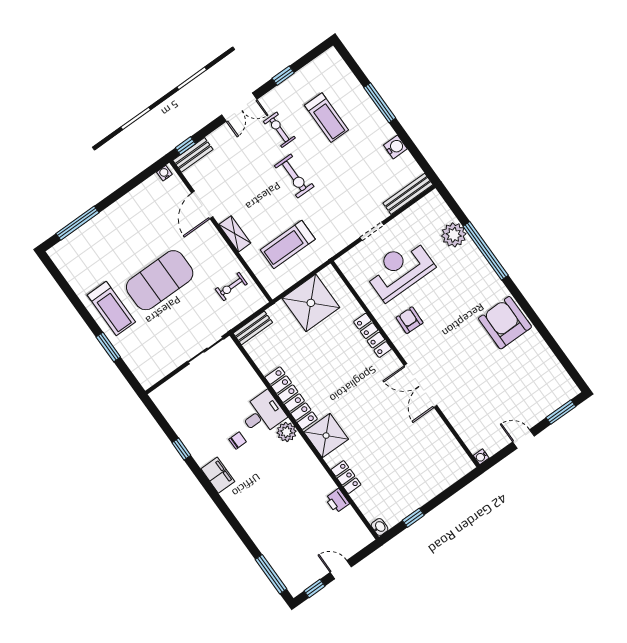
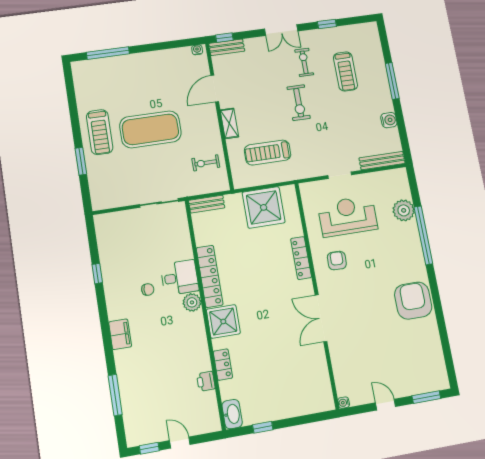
filing cabinet: (218, 475) -> (120, 334), moved
washbasin: (380, 527) -> (232, 414), width x1.91, depth x1.45
window: (271, 574) -> (115, 395), moved

